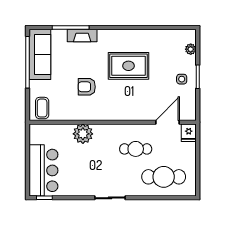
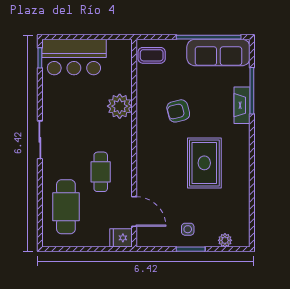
armchair: (87, 87) -> (178, 111), turned -104

